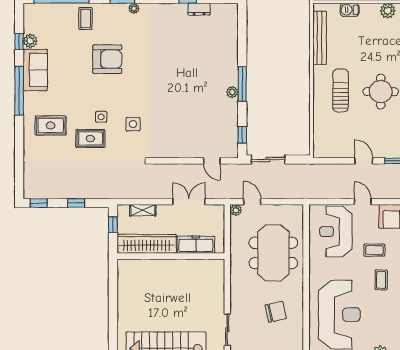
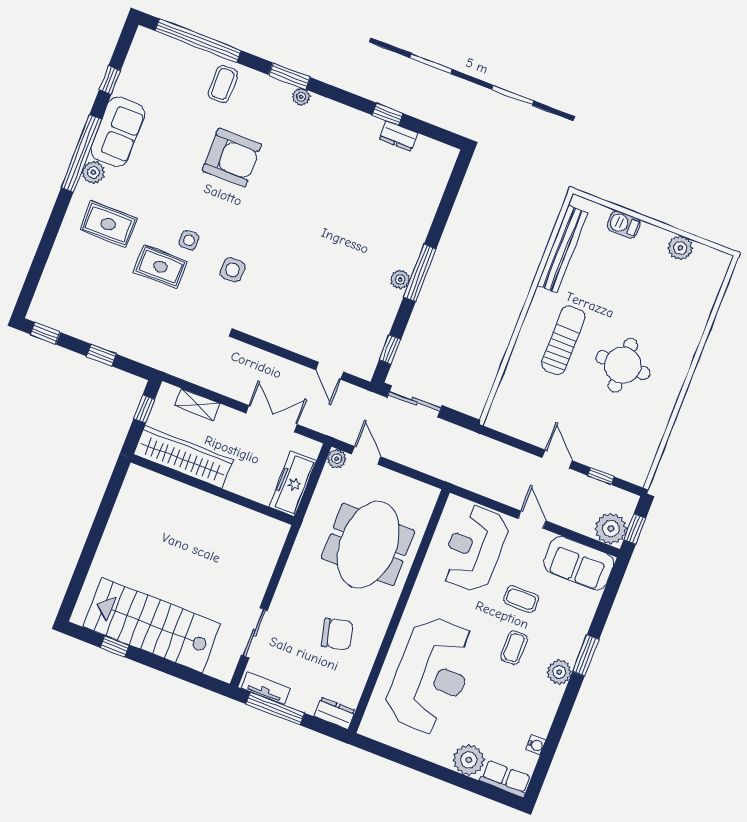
plant: (30, 41) -> (93, 172), moved
freezer: (196, 245) -> (293, 484), moved, turned -90

